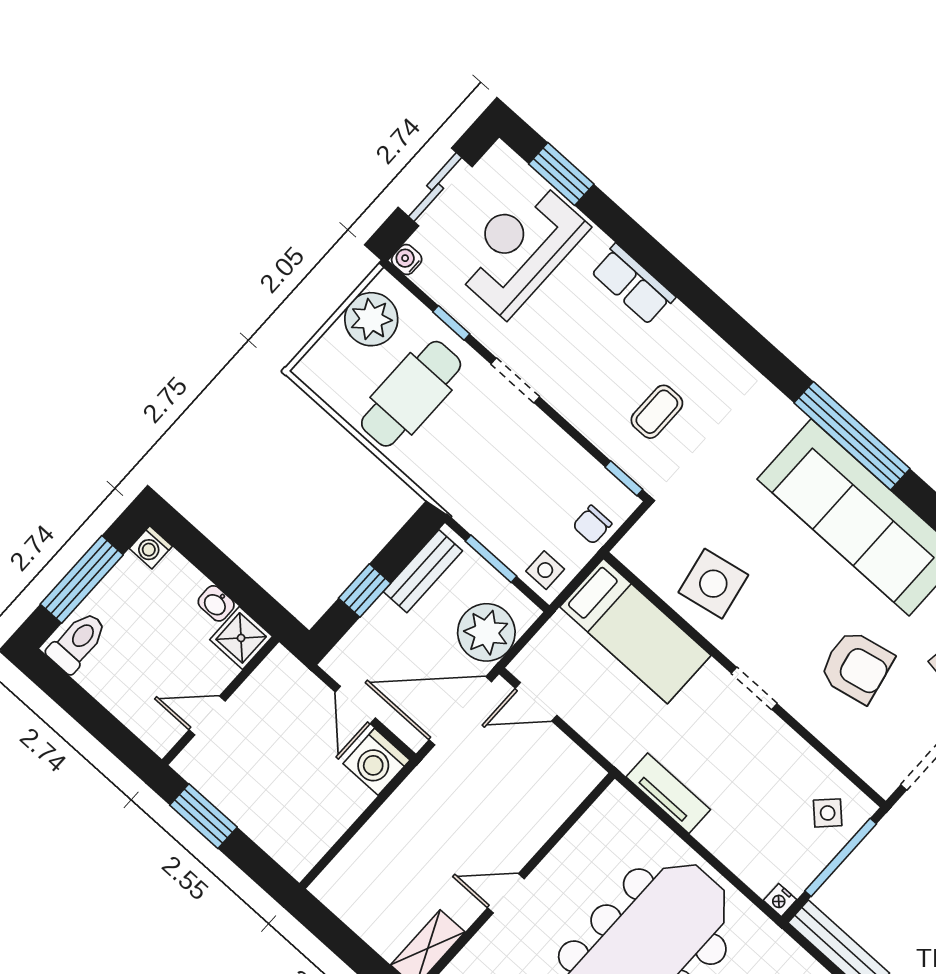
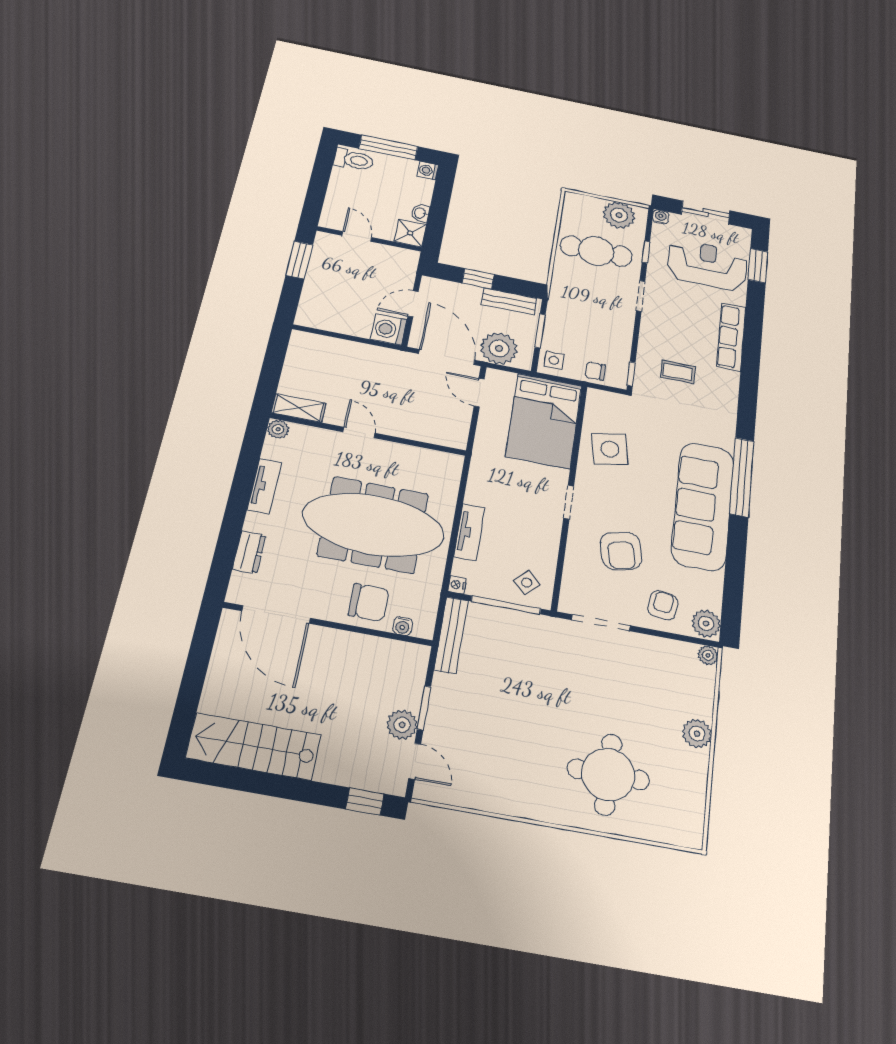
row of seats: (633, 284) -> (731, 337), width x1.48
bed: (635, 631) -> (544, 421), width x1.50
tv unit: (668, 793) -> (469, 532), moved

